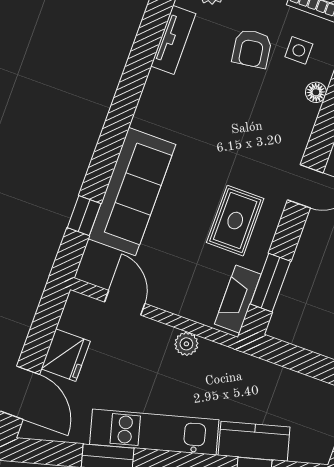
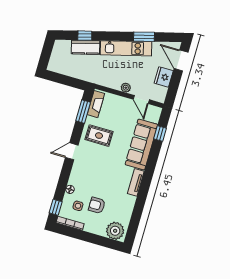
tv unit: (173, 40) -> (136, 182), moved
armchair: (252, 49) -> (97, 205), turned -82
rug: (235, 221) -> (99, 136), turned 90
plant: (186, 344) -> (126, 88), moved

